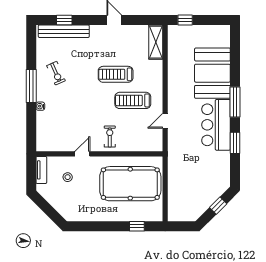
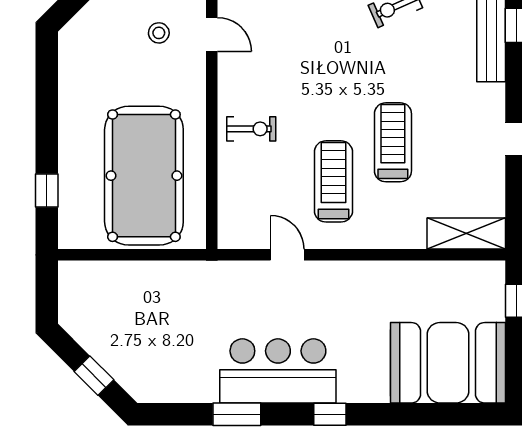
booth: (212, 73) -> (448, 363), moved
window: (235, 102) -> (330, 414), width x0.46
door: (82, 154) -> (212, 34), moved

